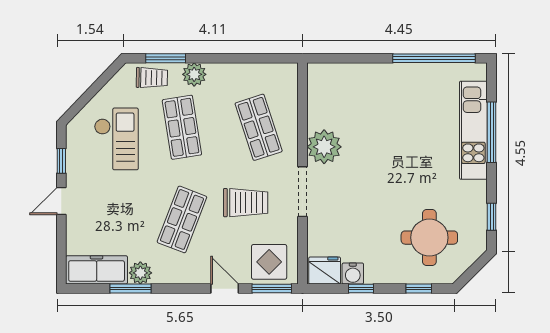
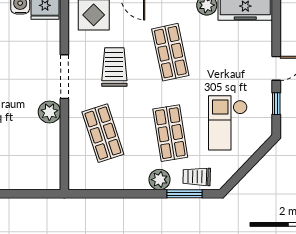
plant: (324, 147) -> (49, 112), width x0.73, depth x0.73
trolley: (246, 203) -> (114, 67), turned 90
shop shelf: (182, 219) -> (170, 52), turned -33

